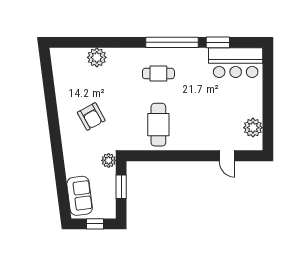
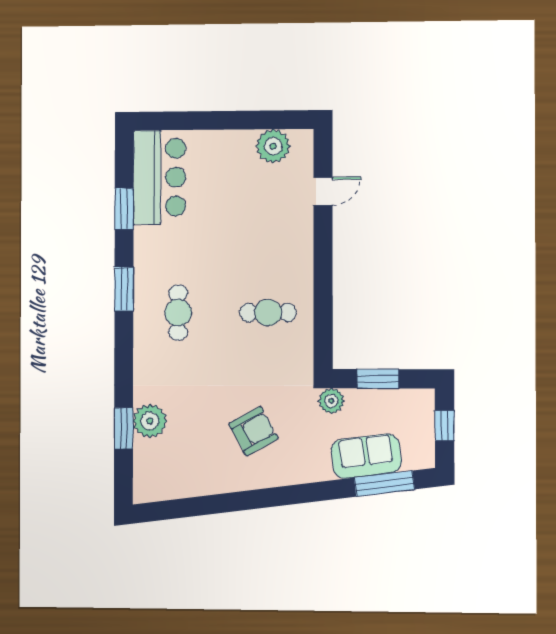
window: (93, 42) -> (124, 428), added
window: (172, 42) -> (124, 289), width x0.47
cafe table: (158, 125) -> (268, 313), width x0.73, depth x0.74
window: (62, 190) -> (384, 484), added
sofa: (80, 196) -> (366, 456), moved

